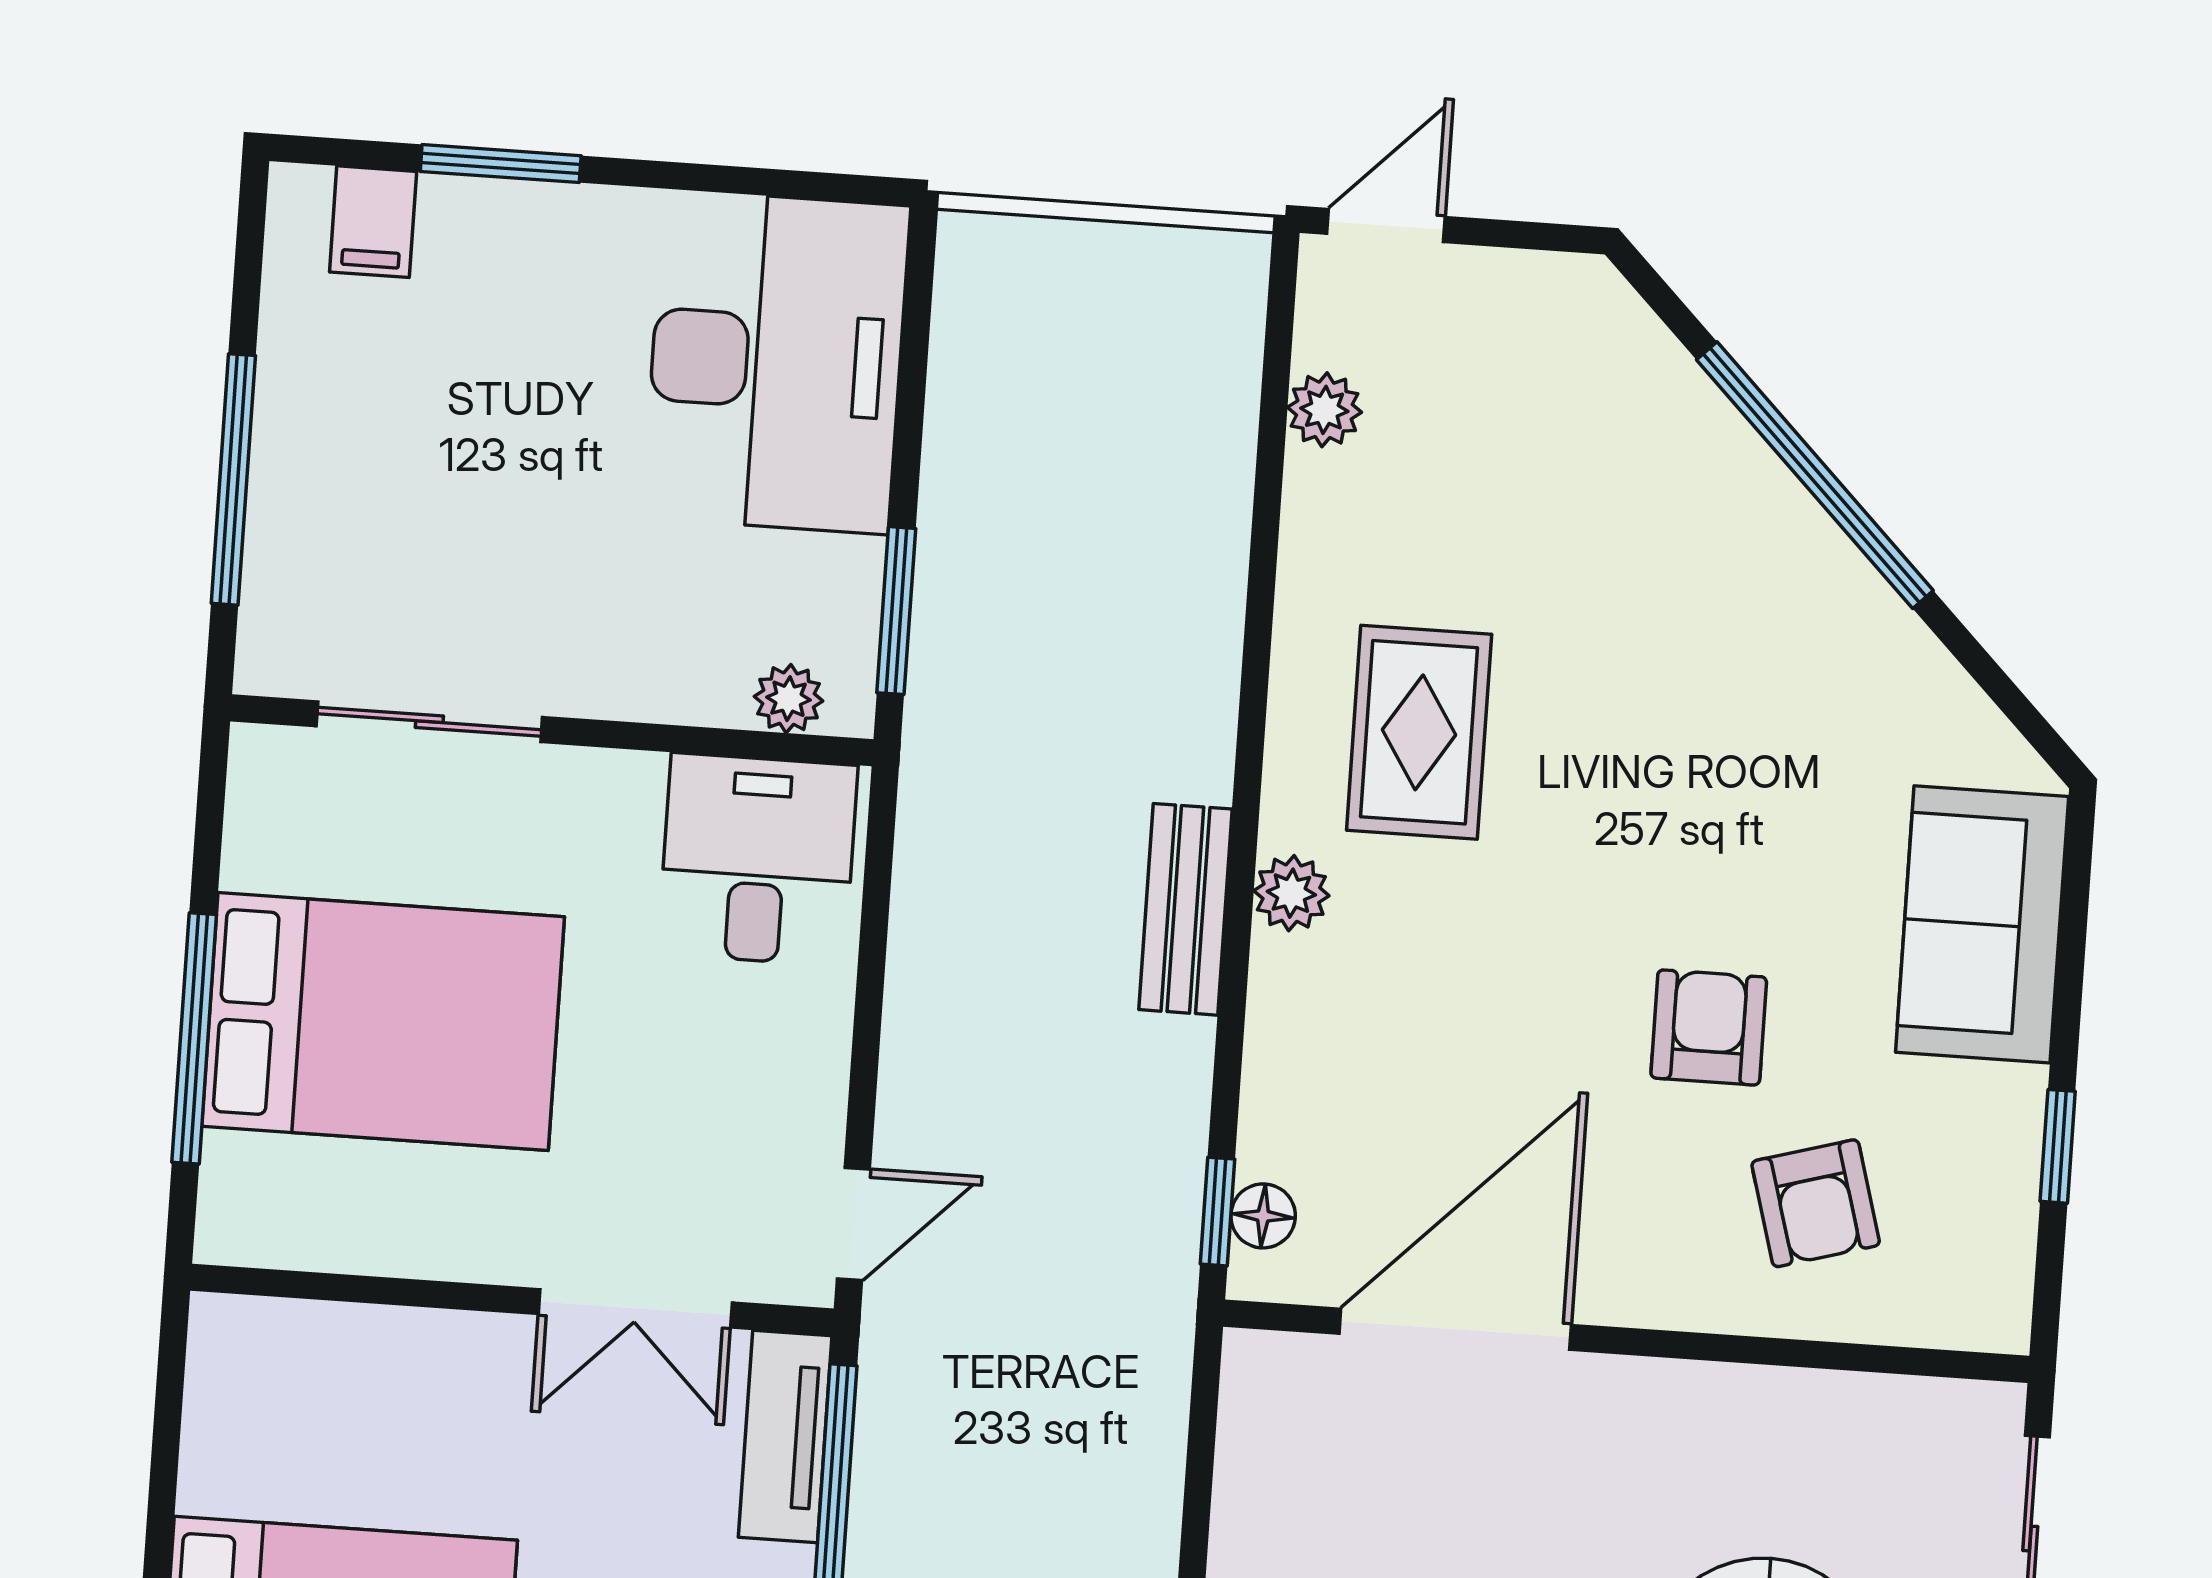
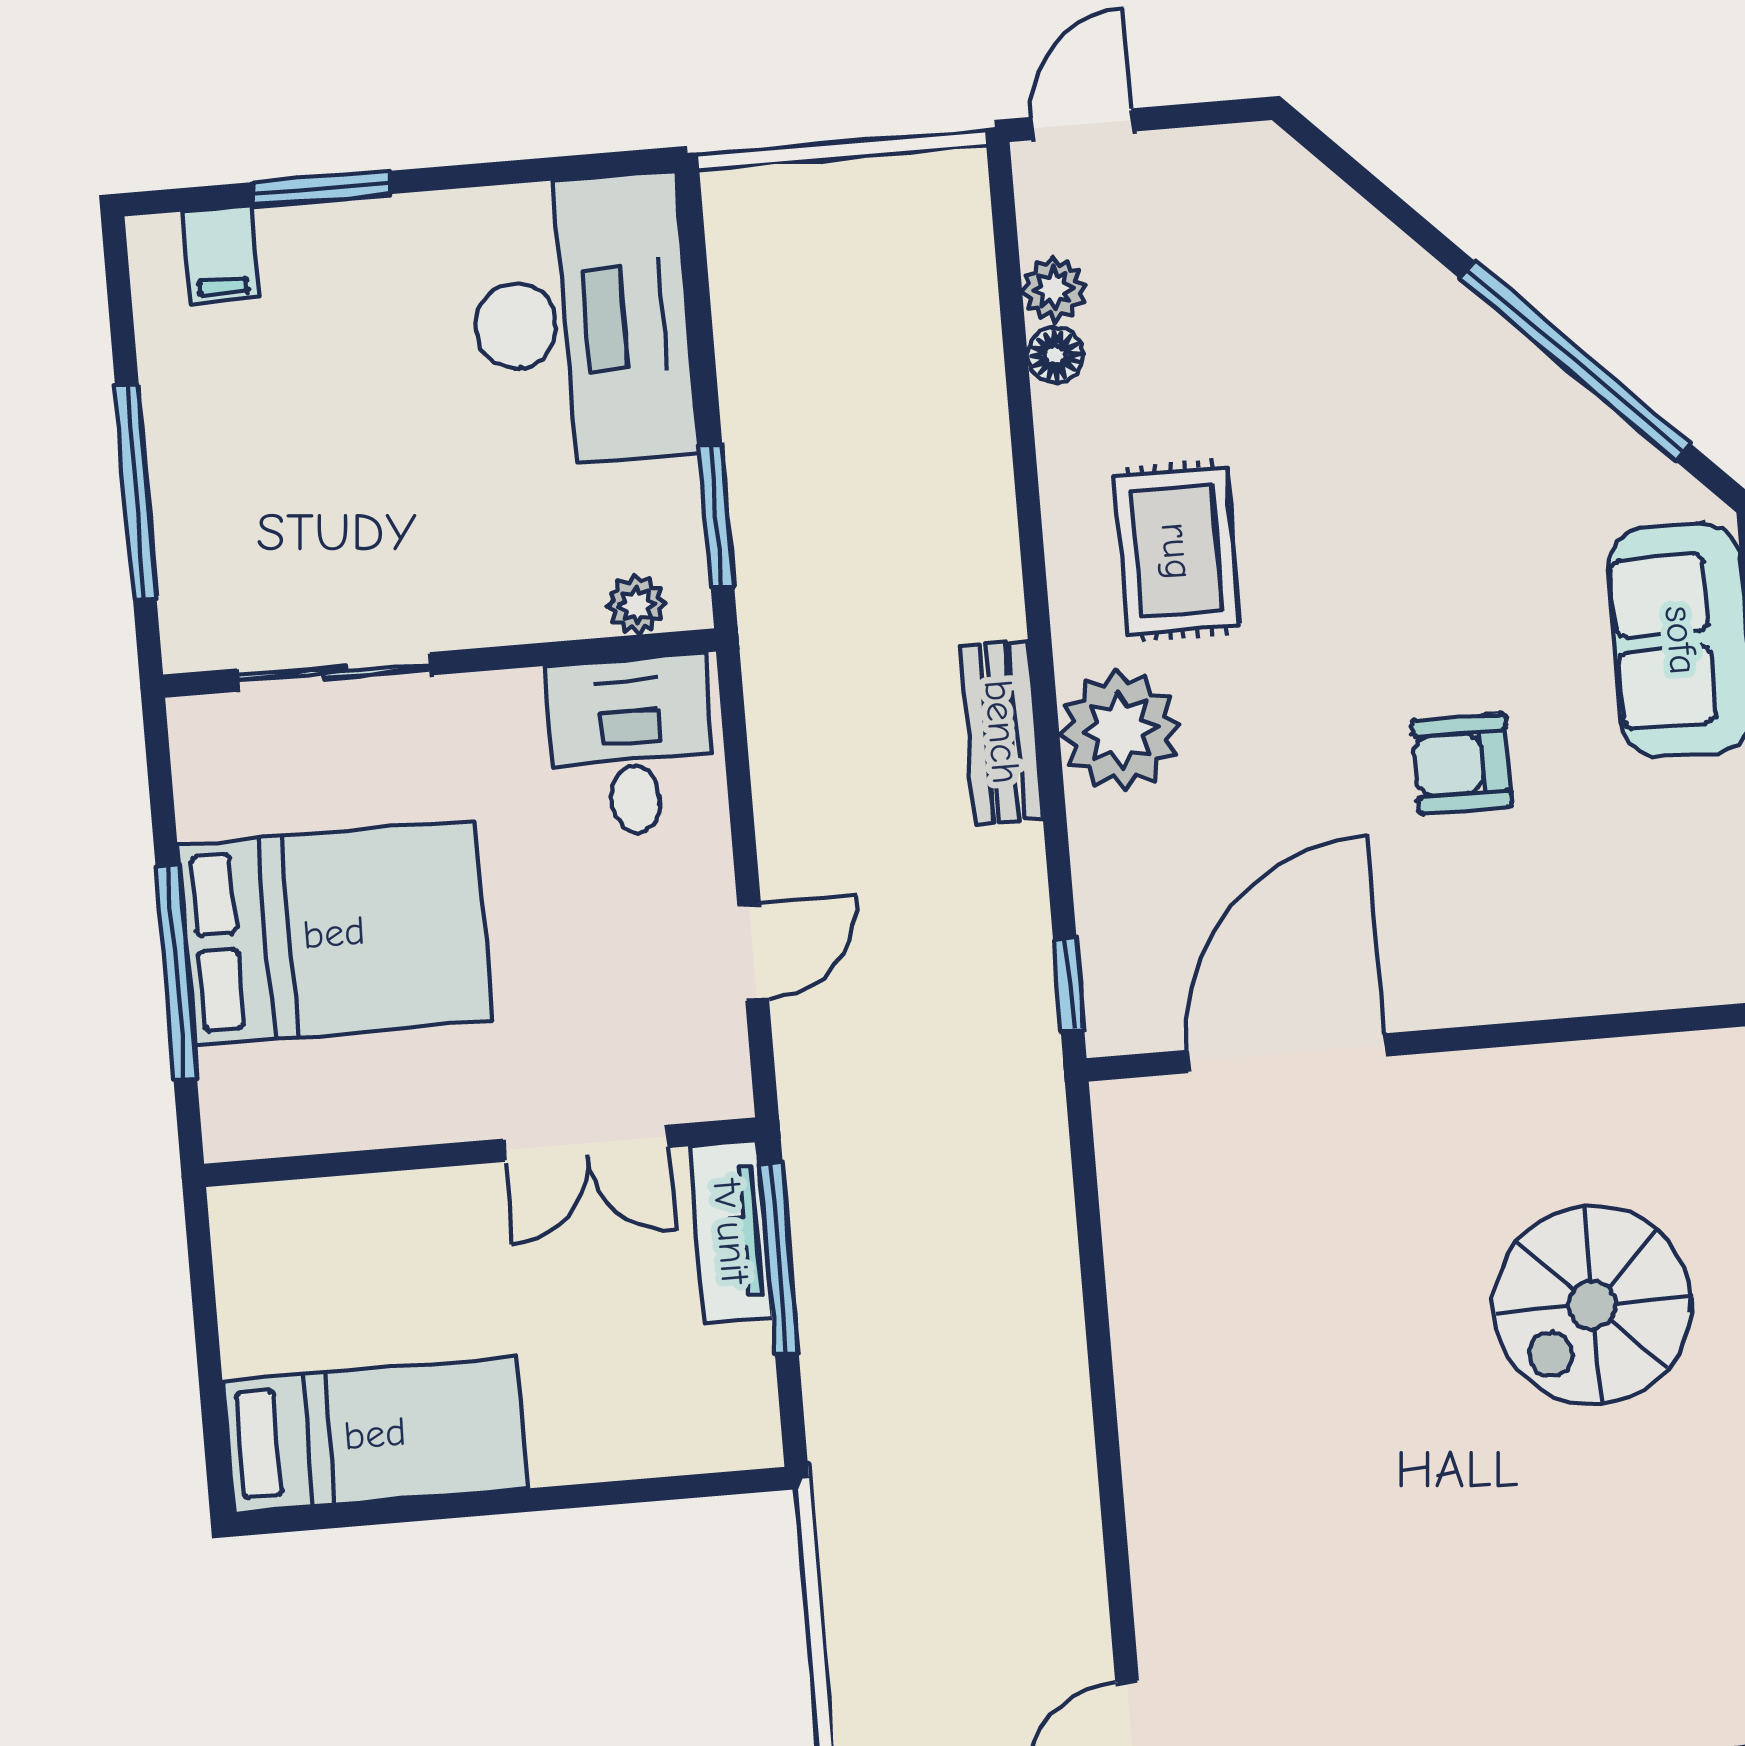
window: (1815, 475) -> (1575, 361), moved
plant: (1291, 893) -> (1120, 730), width x1.87, depth x1.87
armchair: (1709, 1027) -> (1462, 763), turned -90
armchair: (1816, 1203) -> (1576, 899), removed
floor lamp: (1263, 1216) -> (1055, 355), moved
door: (853, 1224) -> (753, 952), moved

